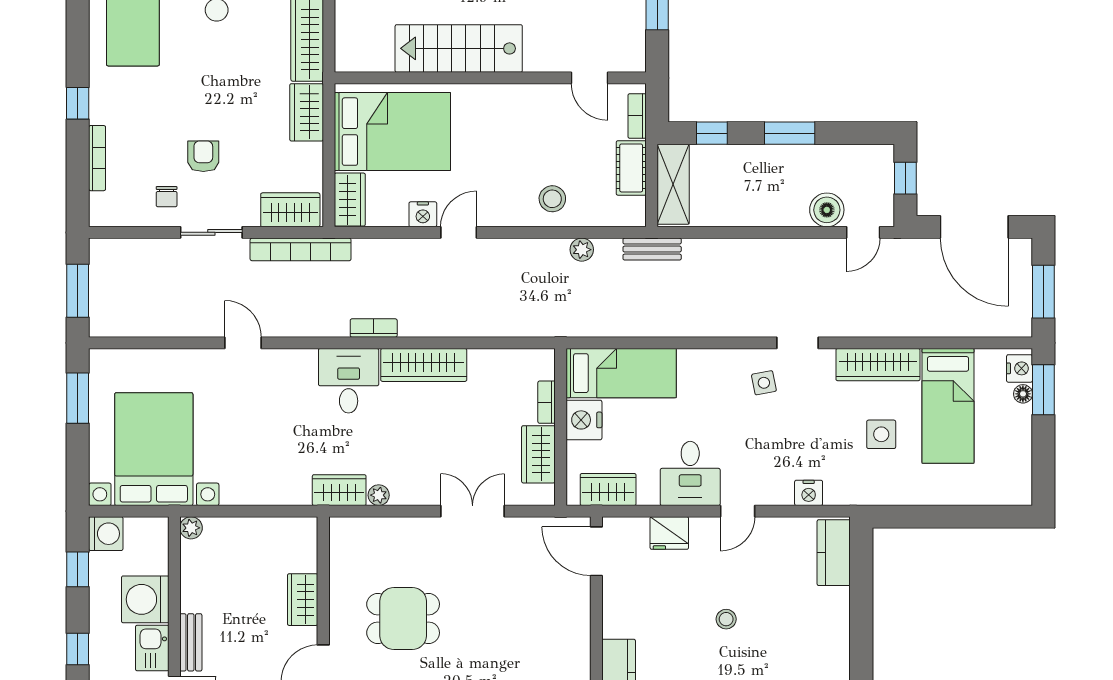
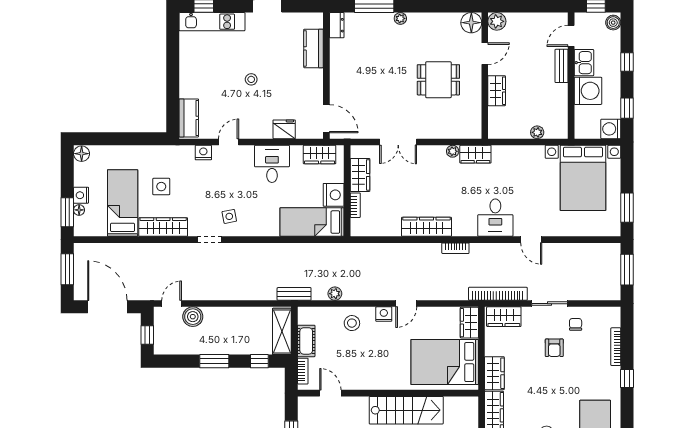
nightstand: (423, 214) -> (384, 314), moved
nightstand: (1020, 368) -> (81, 195), moved
desk: (349, 381) -> (495, 218), moved
floor lamp: (1019, 491) -> (82, 154), added
door: (738, 511) -> (229, 142), moved
plant: (191, 528) -> (537, 132), moved

